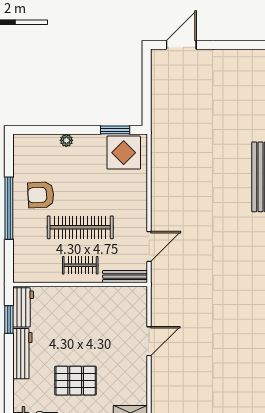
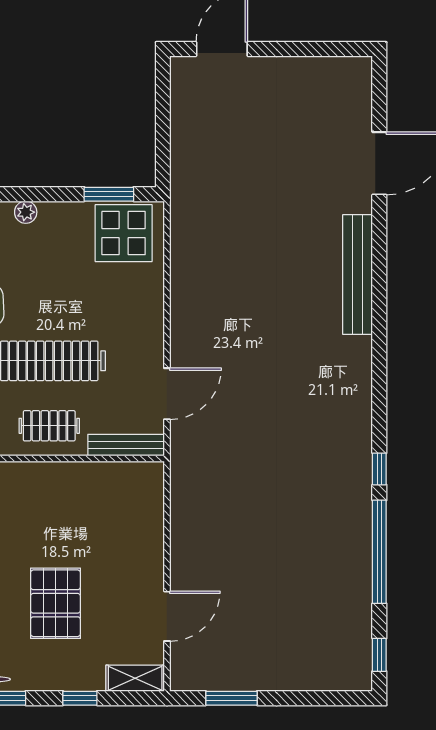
door: (149, 341) -> (167, 616), moved
pallet: (76, 381) -> (55, 603), moved, turned 90

